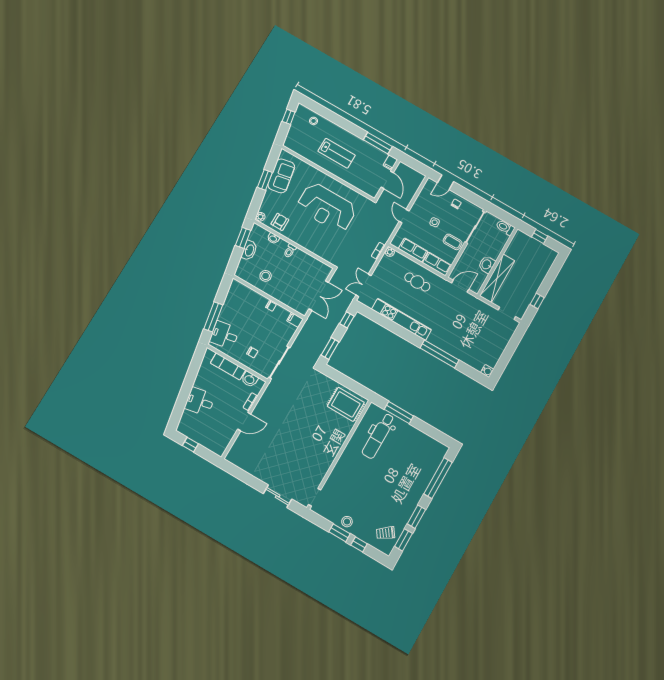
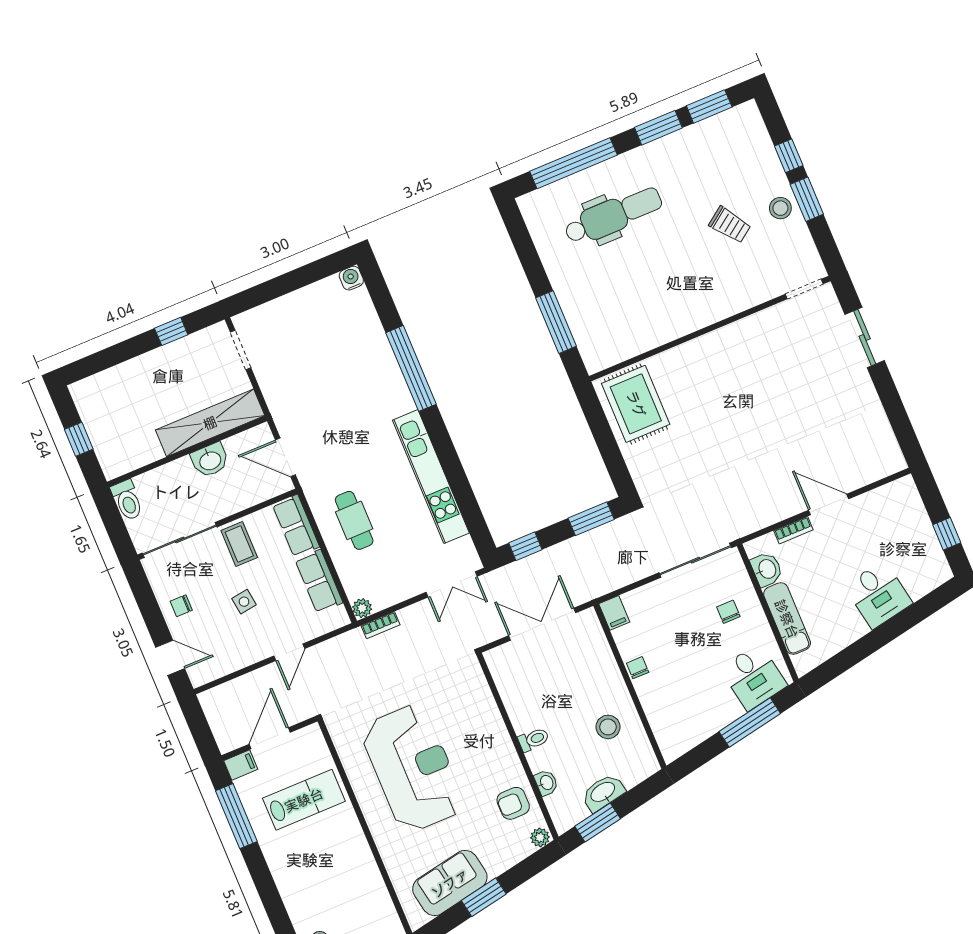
lab bench: (337, 153) -> (304, 800), moved, turned 90
dental chair: (378, 436) -> (613, 215), moved
trolley: (386, 533) -> (730, 225), moved

